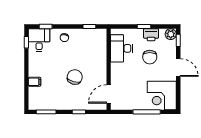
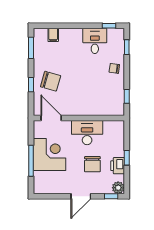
desk: (39, 40) -> (95, 41), moved, turned -90
desk: (122, 48) -> (87, 133), moved
chair: (150, 57) -> (92, 164), turned -90
chair: (75, 77) -> (51, 81), moved
filing cabinet: (35, 82) -> (53, 35), moved
corner desk: (162, 95) -> (49, 155), moved, turned 90

